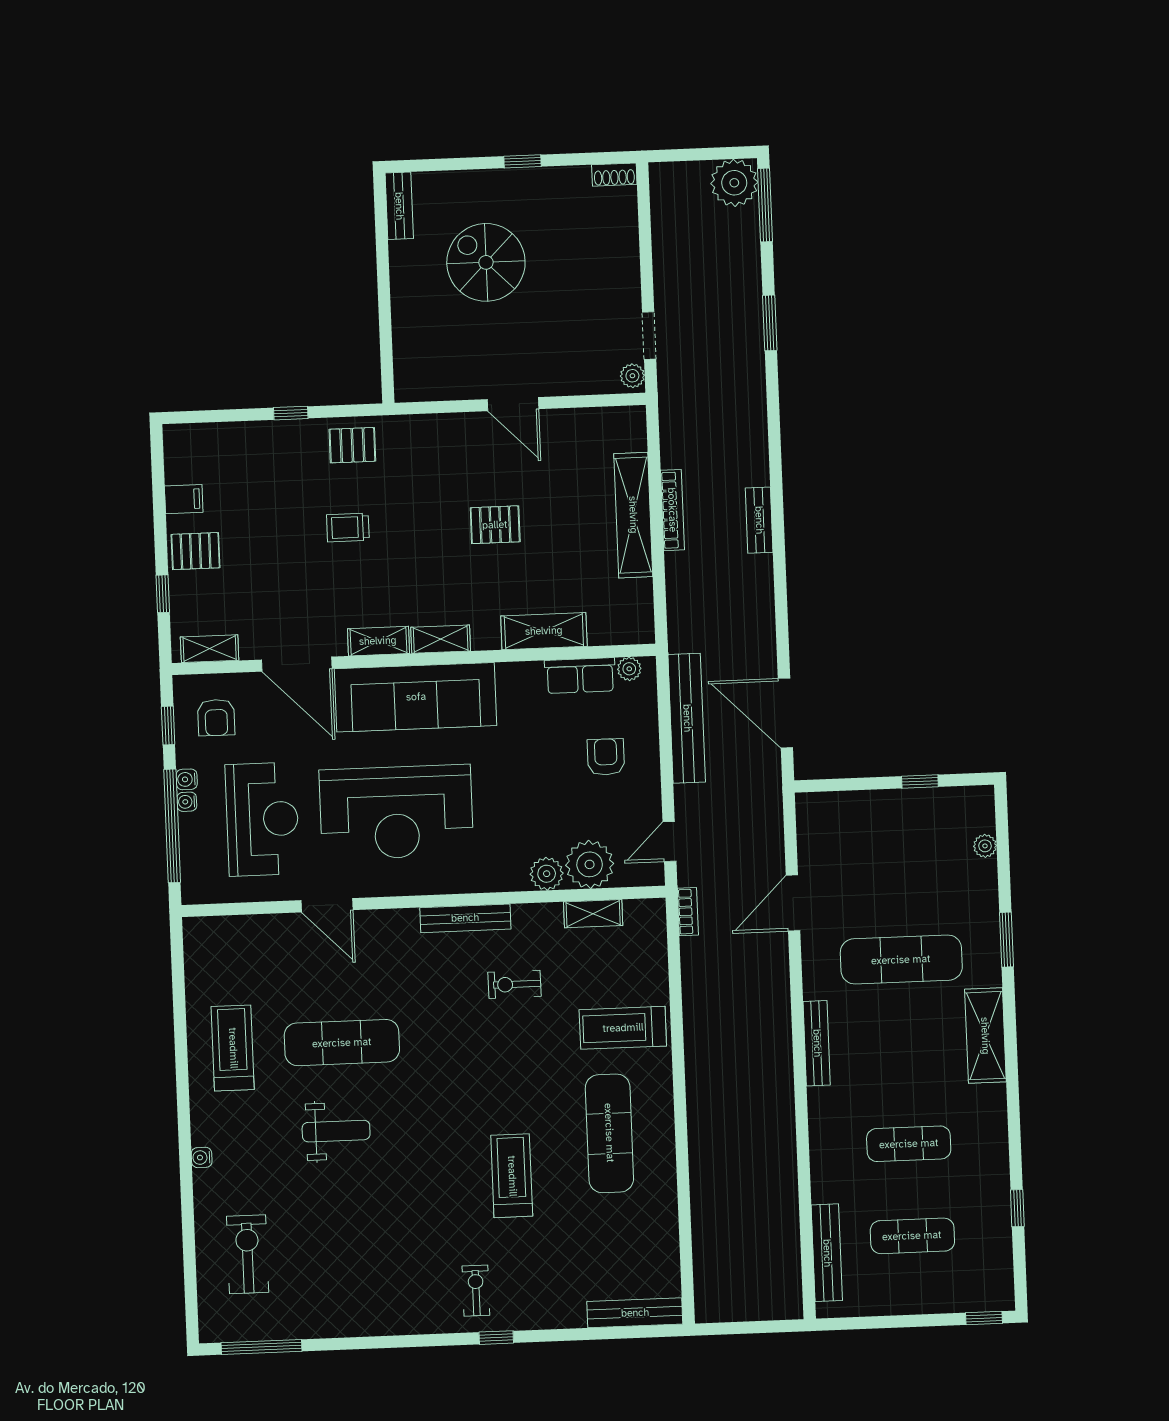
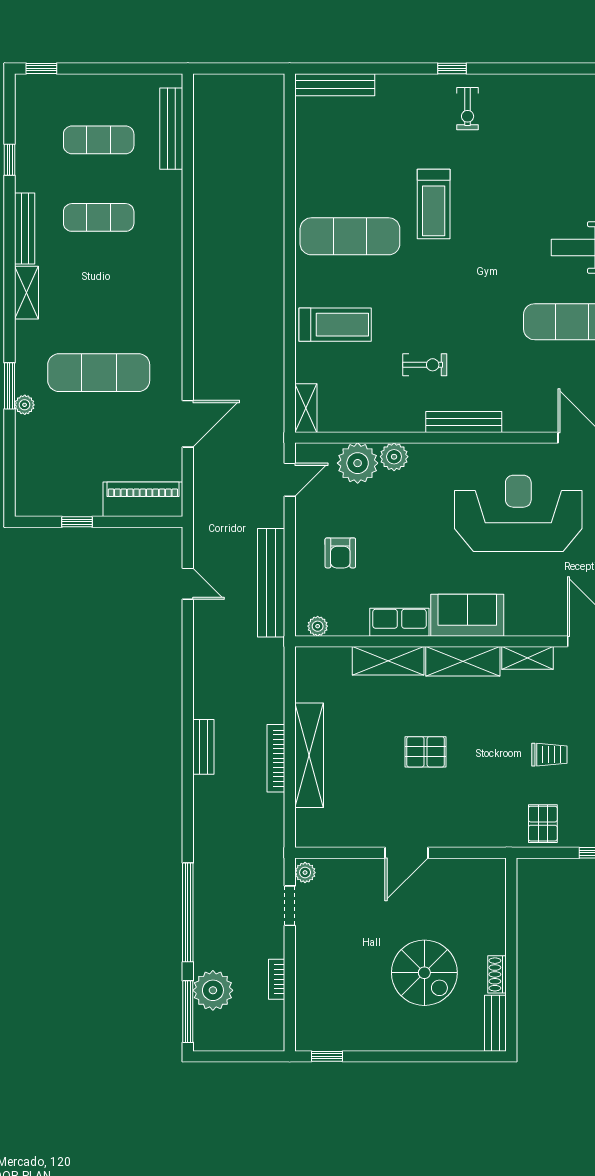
window: (522, 161) -> (327, 1056), moved
shoe rack: (614, 175) -> (497, 974), moved, turned -90
plant: (734, 183) -> (213, 990), moved
window: (770, 323) -> (188, 912), width x2.11
door: (513, 404) -> (406, 853), swing flipped
pallet: (352, 445) -> (543, 824), turned 90
shelving: (441, 639) -> (463, 661), width x1.50, depth x1.33
row of seats: (580, 676) -> (399, 622), moved
sofa: (416, 697) -> (467, 615), width x0.54, depth x0.79
door: (785, 713) -> (188, 584), width x0.53
piano: (843, 811) -> (143, 499), added
plant: (985, 846) -> (25, 405), moved
bookcase: (688, 912) -> (277, 979), moved
shelving: (593, 914) -> (306, 408), moved, turned 90
shelving: (985, 1036) -> (27, 293), width x0.67, depth x0.75
bench: (817, 1043) -> (25, 228), moved
exercise mat: (609, 1133) -> (350, 236), turned 90

